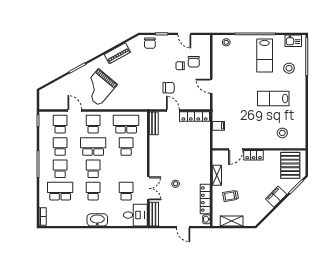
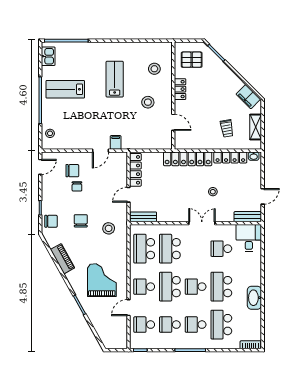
door: (184, 34) -> (40, 167), moved
lab bench: (265, 56) -> (65, 89), turned 180
stool: (289, 68) -> (148, 102), moved
grand piano: (99, 87) -> (102, 280), turned -130
chair: (169, 88) -> (81, 221), moved
stool: (144, 93) -> (109, 228), added
lab bench: (273, 98) -> (115, 79), turned 180
filing cabinet: (218, 126) -> (116, 142), moved
school desk: (126, 146) -> (170, 249), width x1.85
locker: (254, 155) -> (180, 89), moved
locker: (204, 162) -> (188, 159), added
pallet: (290, 165) -> (192, 60), width x0.67, depth x0.71
shelving: (217, 175) -> (203, 144), removed
double door: (148, 188) -> (202, 223), moved
school desk: (93, 191) -> (221, 287), width x1.85
filing cabinet: (276, 197) -> (248, 97), moved
washbasin: (97, 220) -> (254, 298), moved
door: (183, 227) -> (263, 196), moved

